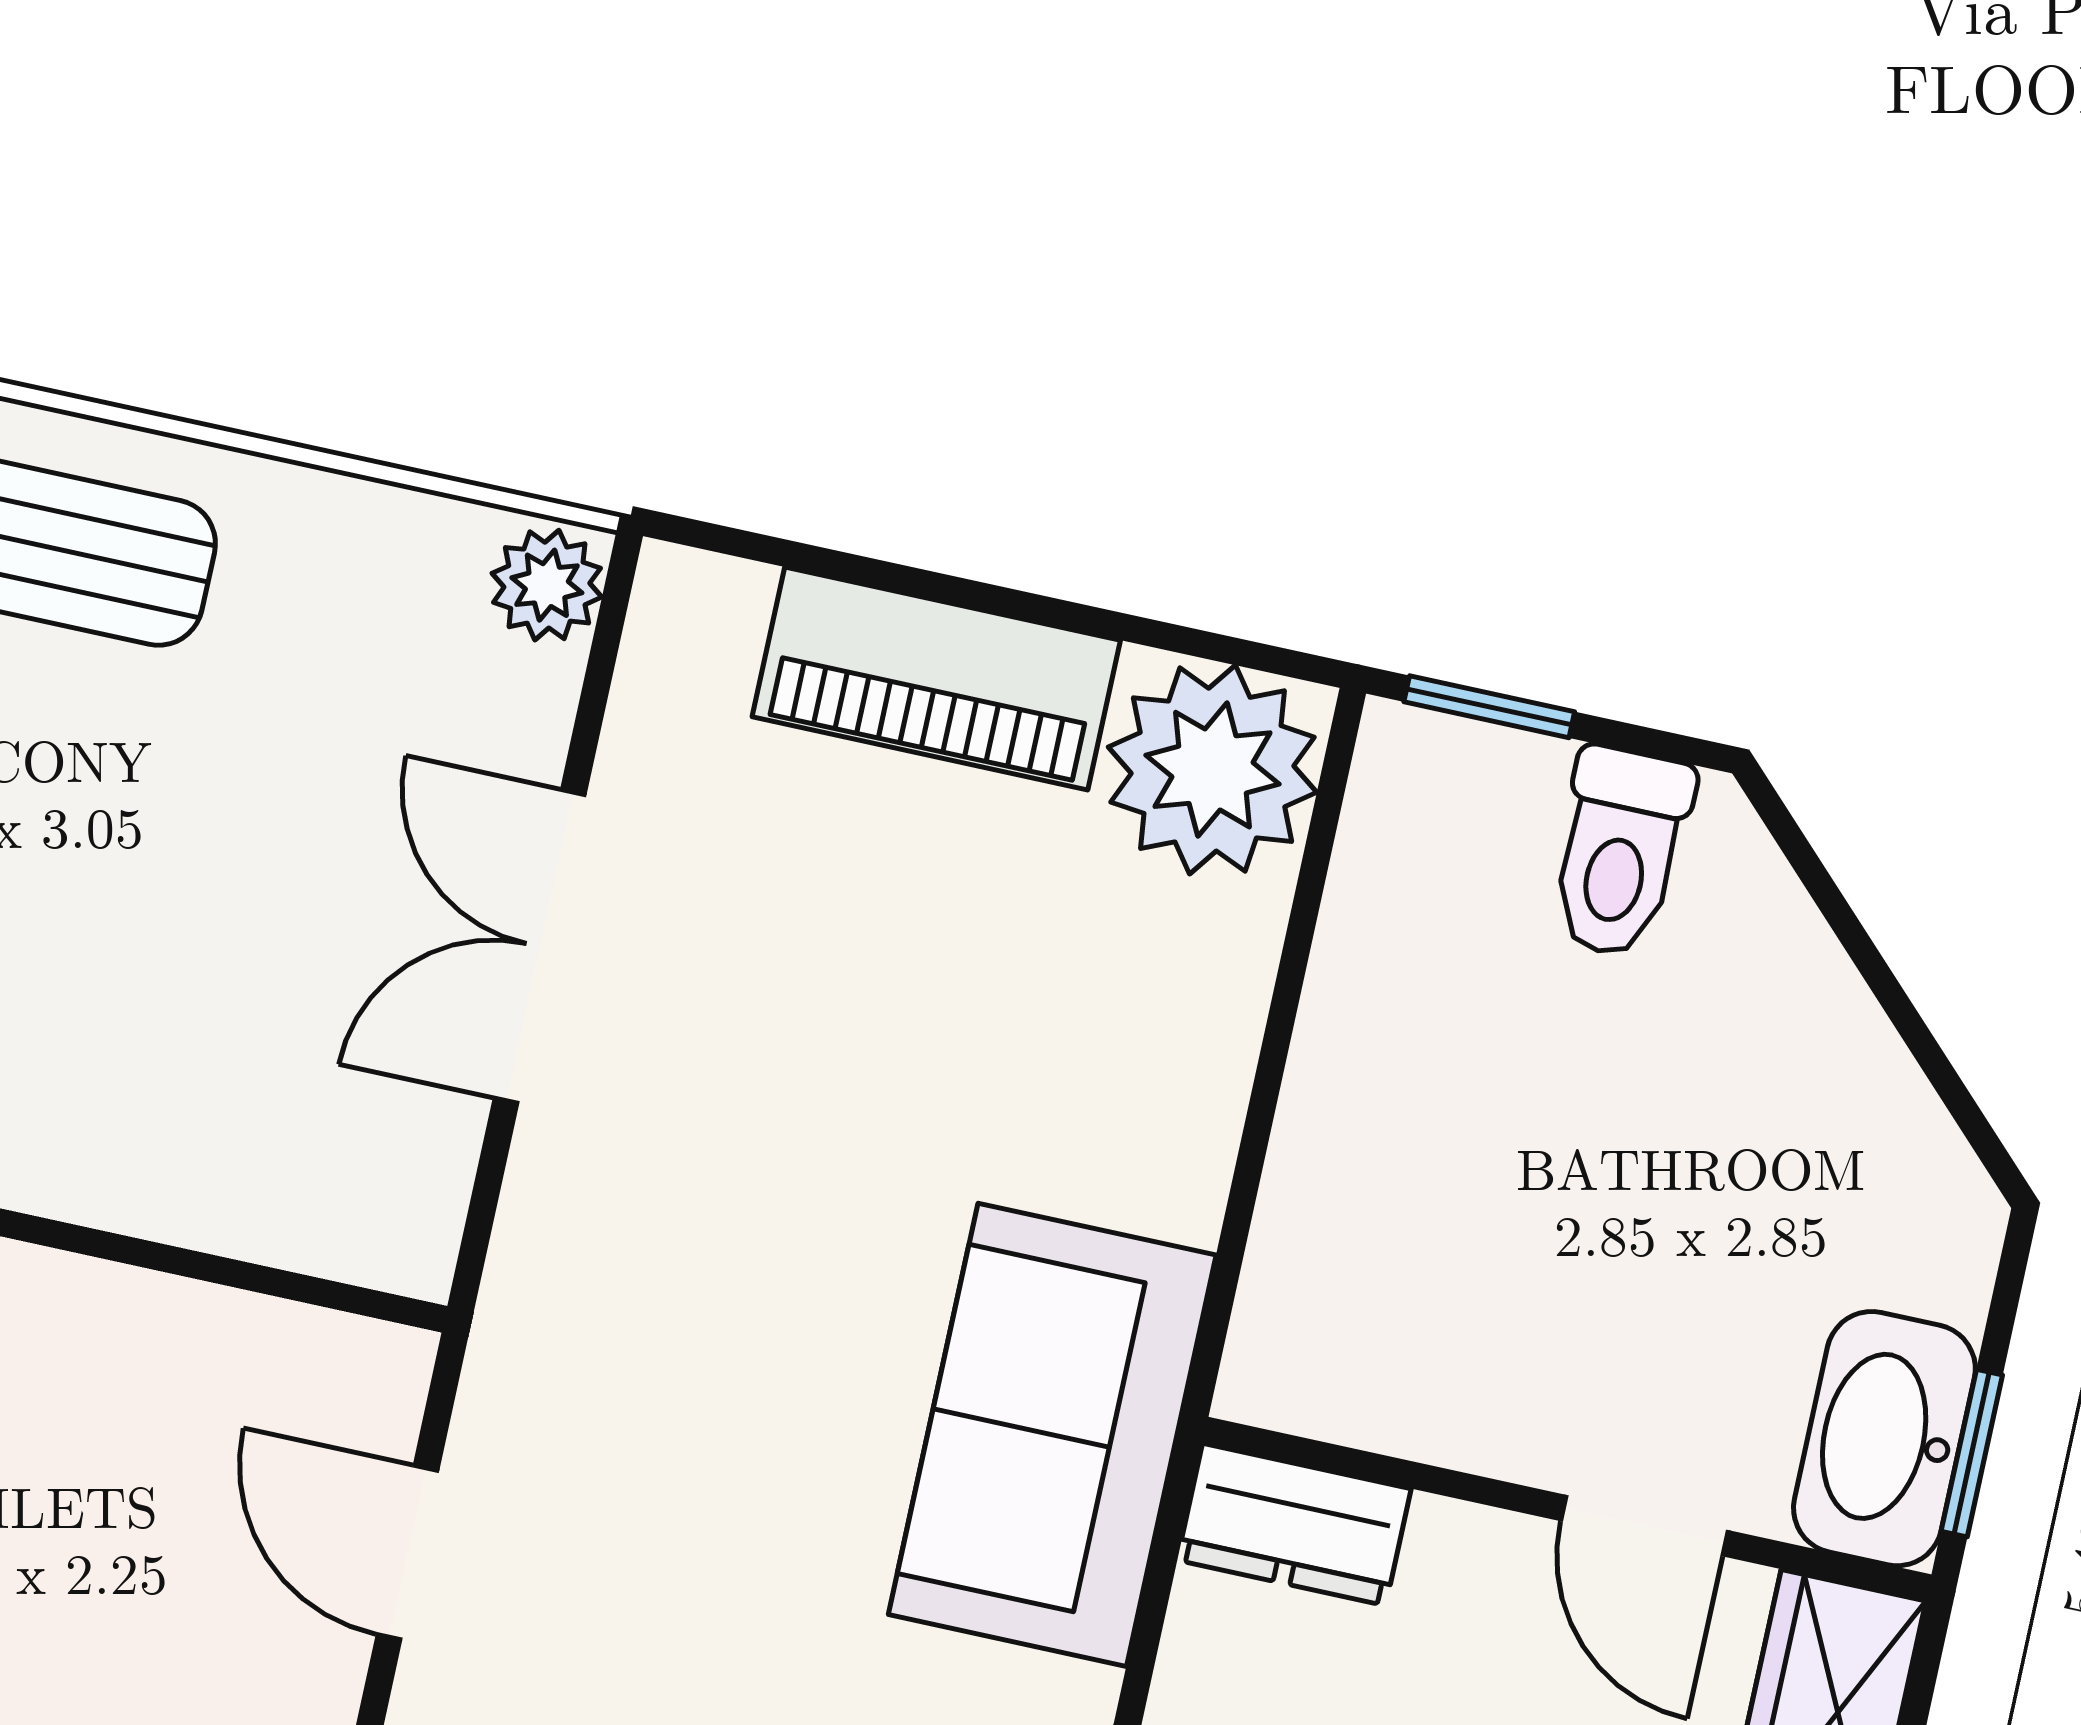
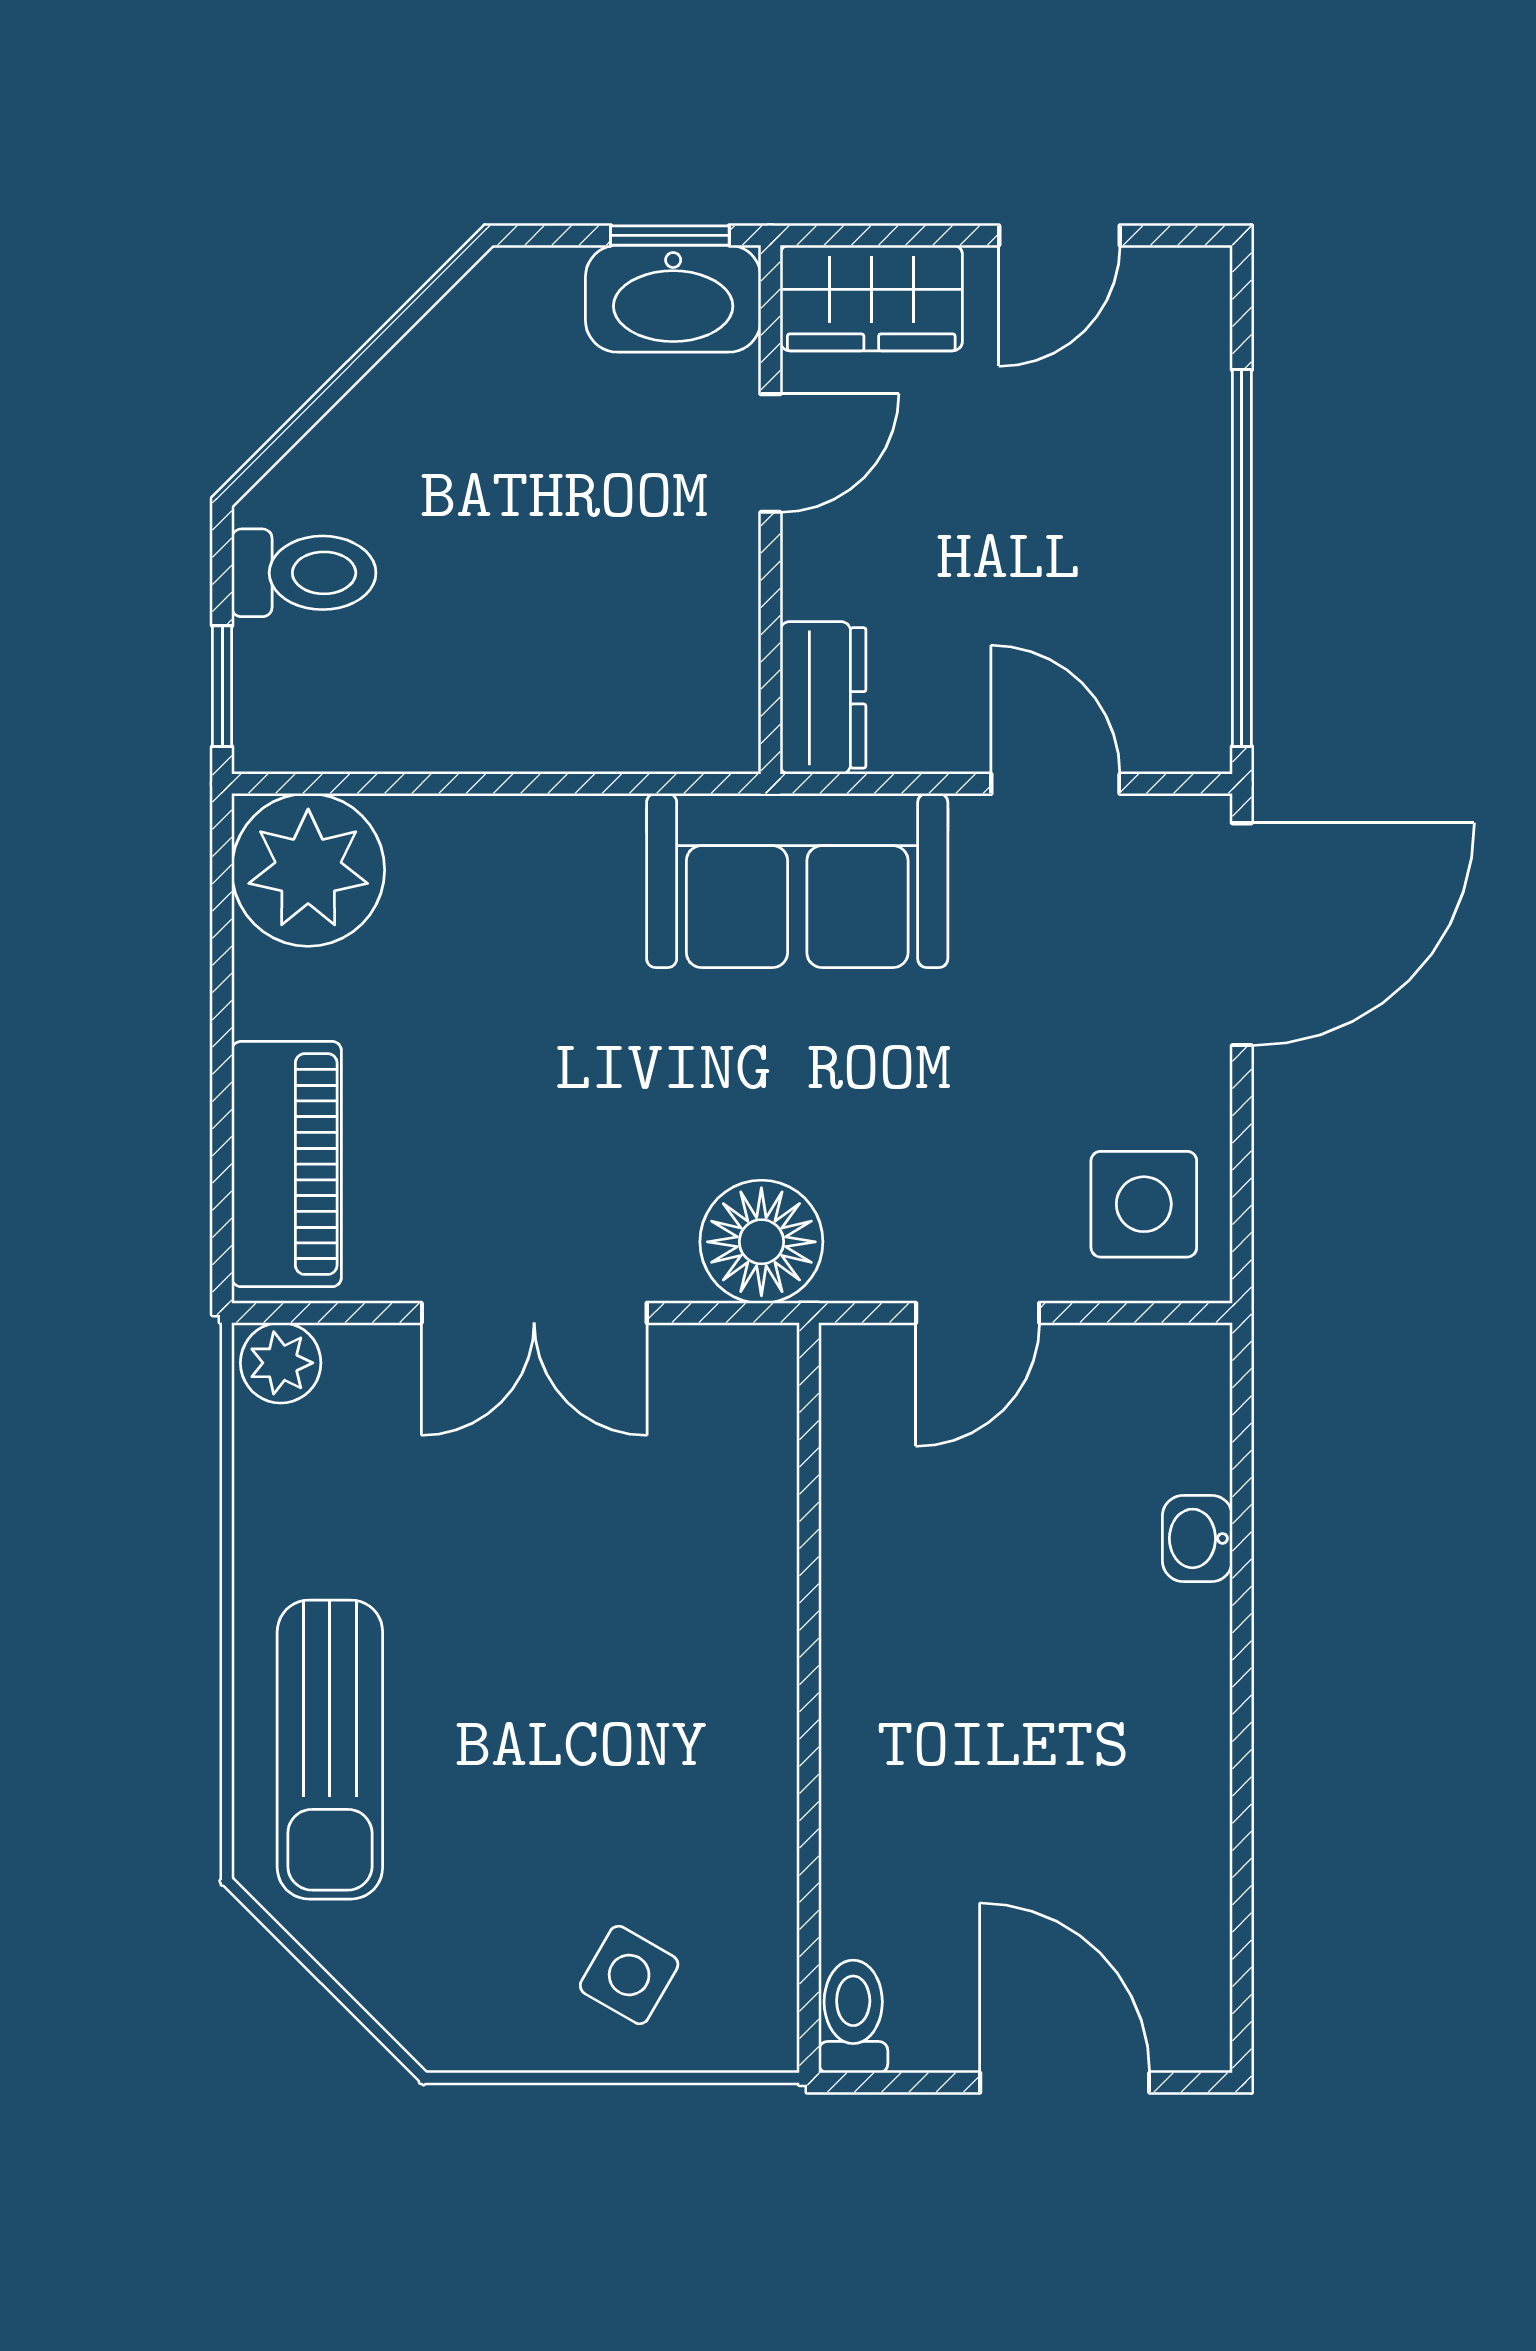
piano: (936, 678) -> (287, 1164), moved
floor lamp: (569, 1278) -> (761, 1242), added

